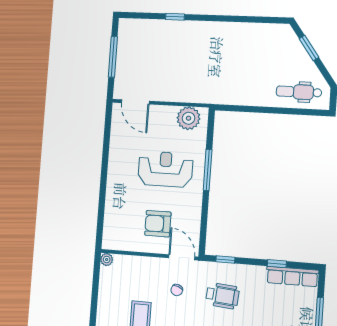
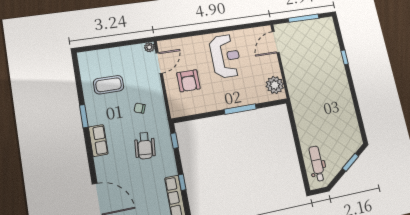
reception desk: (165, 169) -> (225, 56), moved
armchair: (158, 224) -> (188, 81), turned 180
door: (182, 257) -> (159, 63), moved

